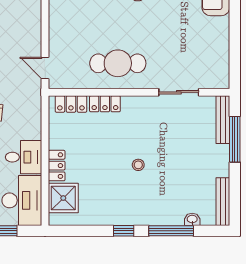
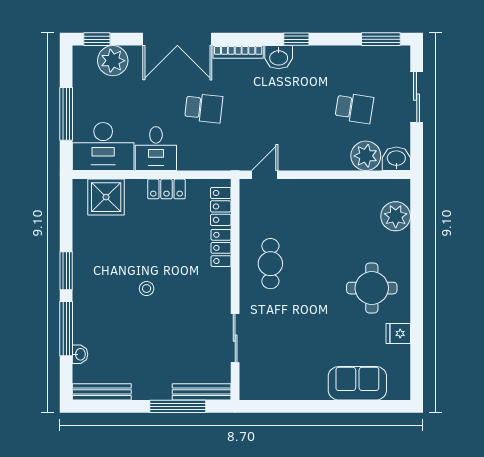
cafe table: (118, 63) -> (270, 264), width x0.73, depth x0.74
locker: (57, 166) -> (166, 189), moved
window: (124, 231) -> (66, 271), width x1.50

